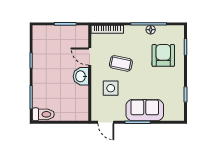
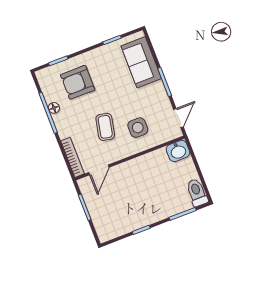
door: (90, 57) -> (99, 170), moved
washbasin: (81, 76) -> (178, 151), moved
sofa: (145, 110) -> (141, 62), moved

